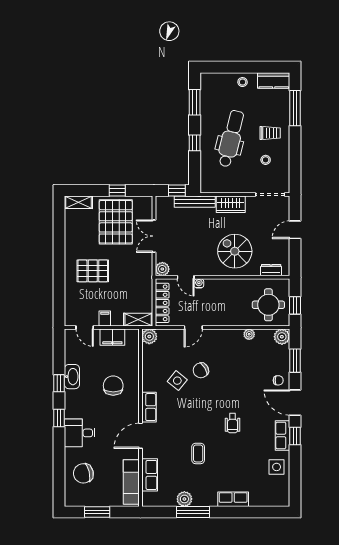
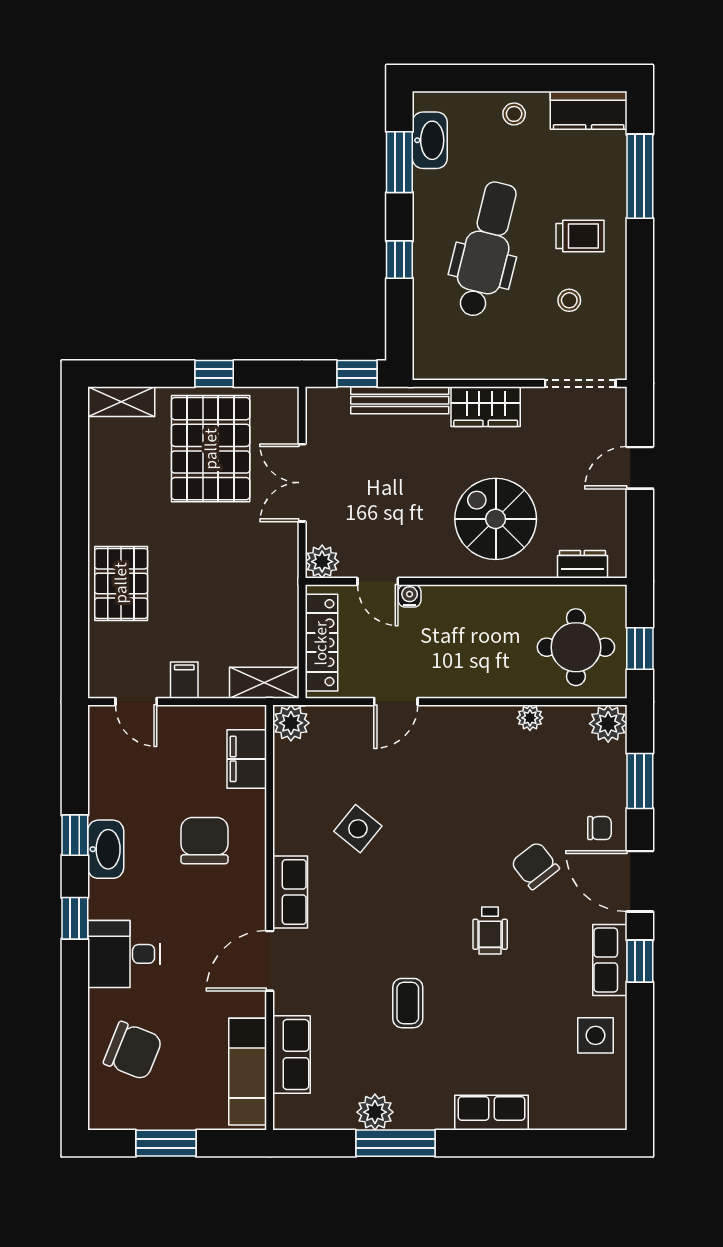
washbasin: (207, 93) -> (430, 140), added
pallet: (93, 271) -> (121, 583), moved, turned 90
filing cabinet: (112, 337) -> (247, 759), moved, turned 90
chair: (201, 370) -> (535, 866), moved, turned 83
washbasin: (72, 377) -> (106, 849), moved
chair: (83, 473) -> (133, 1051), turned -145

